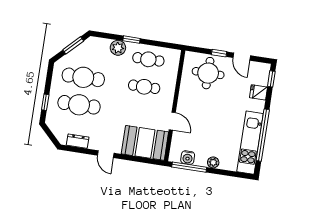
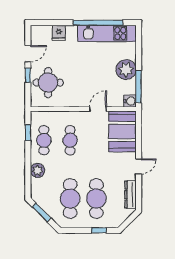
window: (131, 40) -> (28, 133), moved
window: (271, 79) -> (44, 23), removed
dresser: (78, 141) -> (130, 195), width x1.44
water cooler: (188, 158) -> (130, 101), moved
plant: (213, 162) -> (126, 70), width x1.87, depth x1.87

